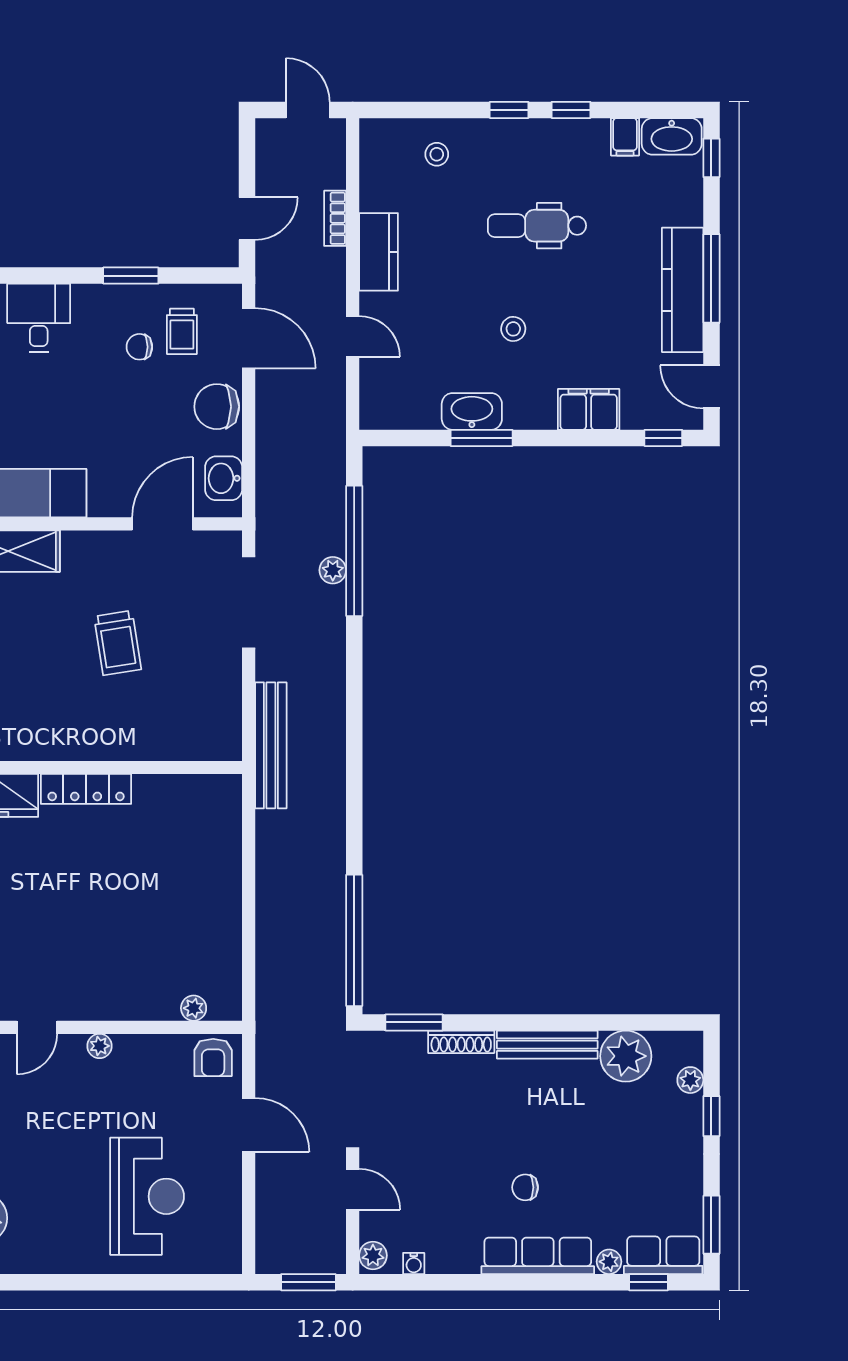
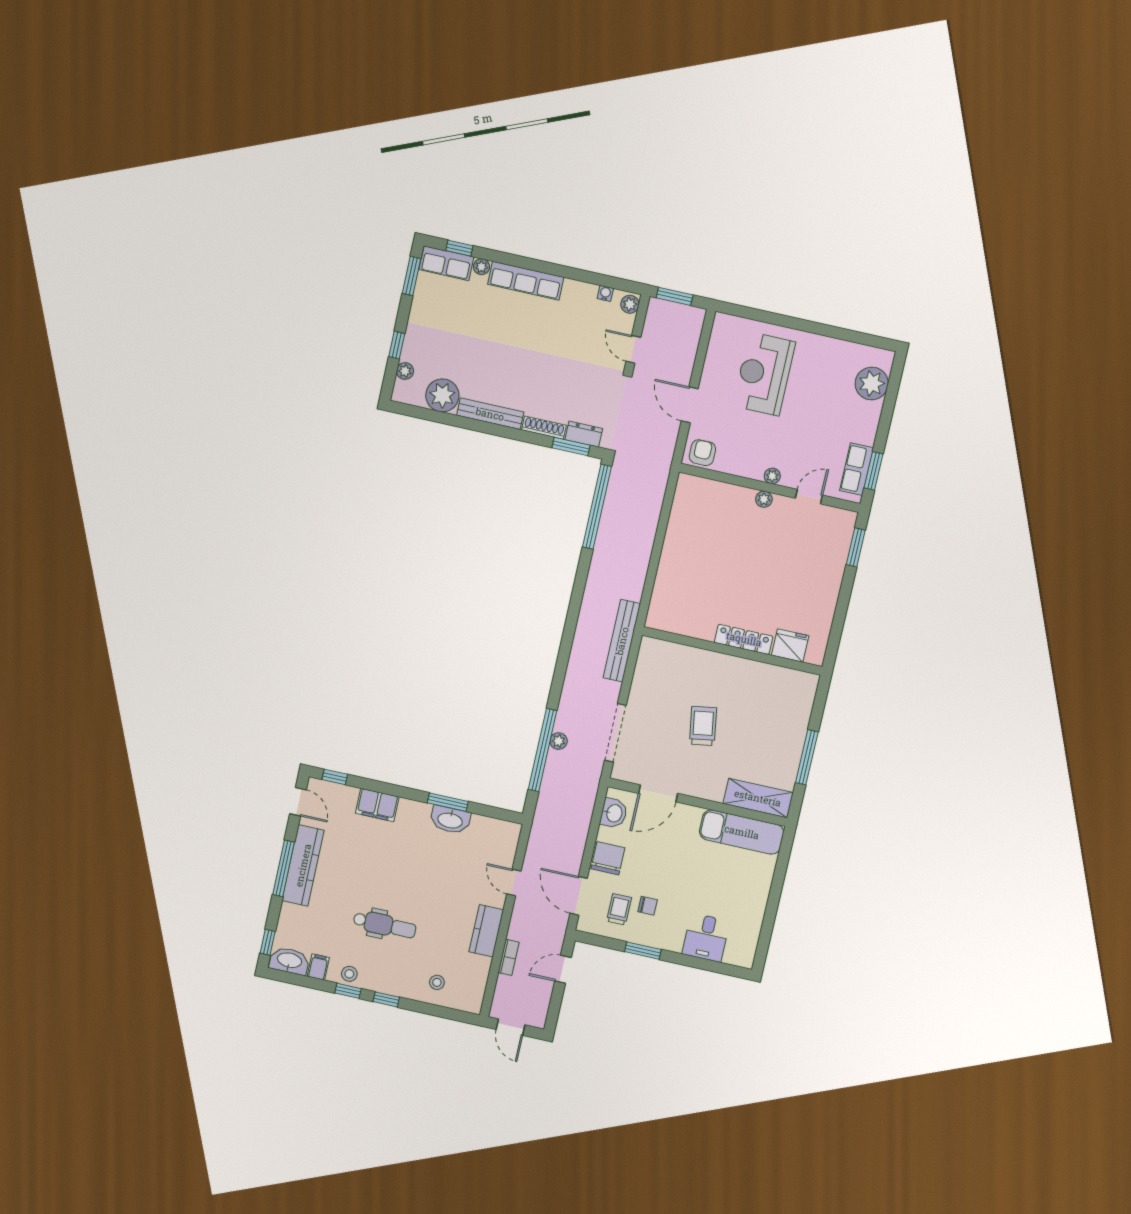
stool: (513, 329) -> (349, 974), moved
chair: (217, 407) -> (608, 858), turned -90
plant: (194, 1008) -> (764, 499), moved
dresser: (399, 1045) -> (584, 434), added
chair: (525, 1187) -> (524, 326), removed

